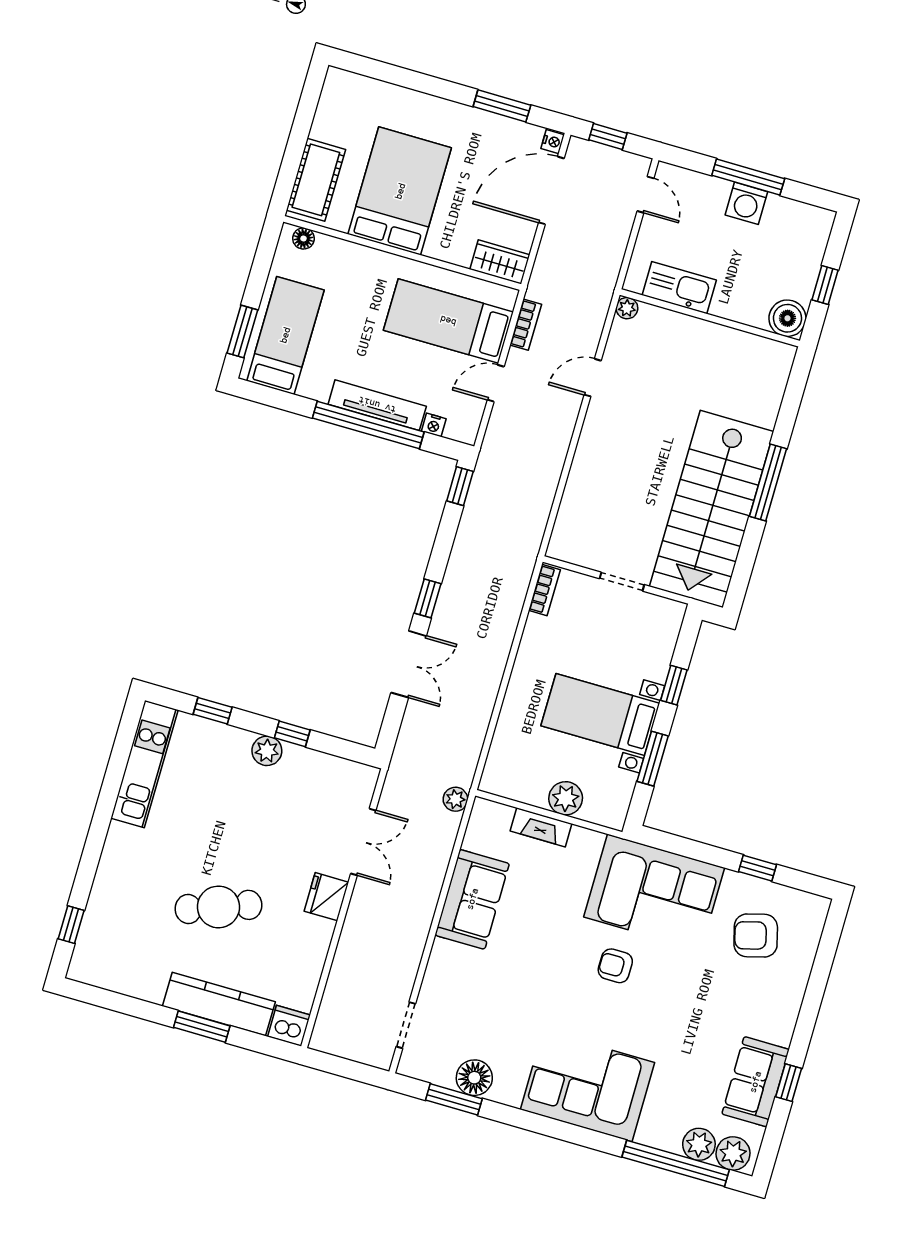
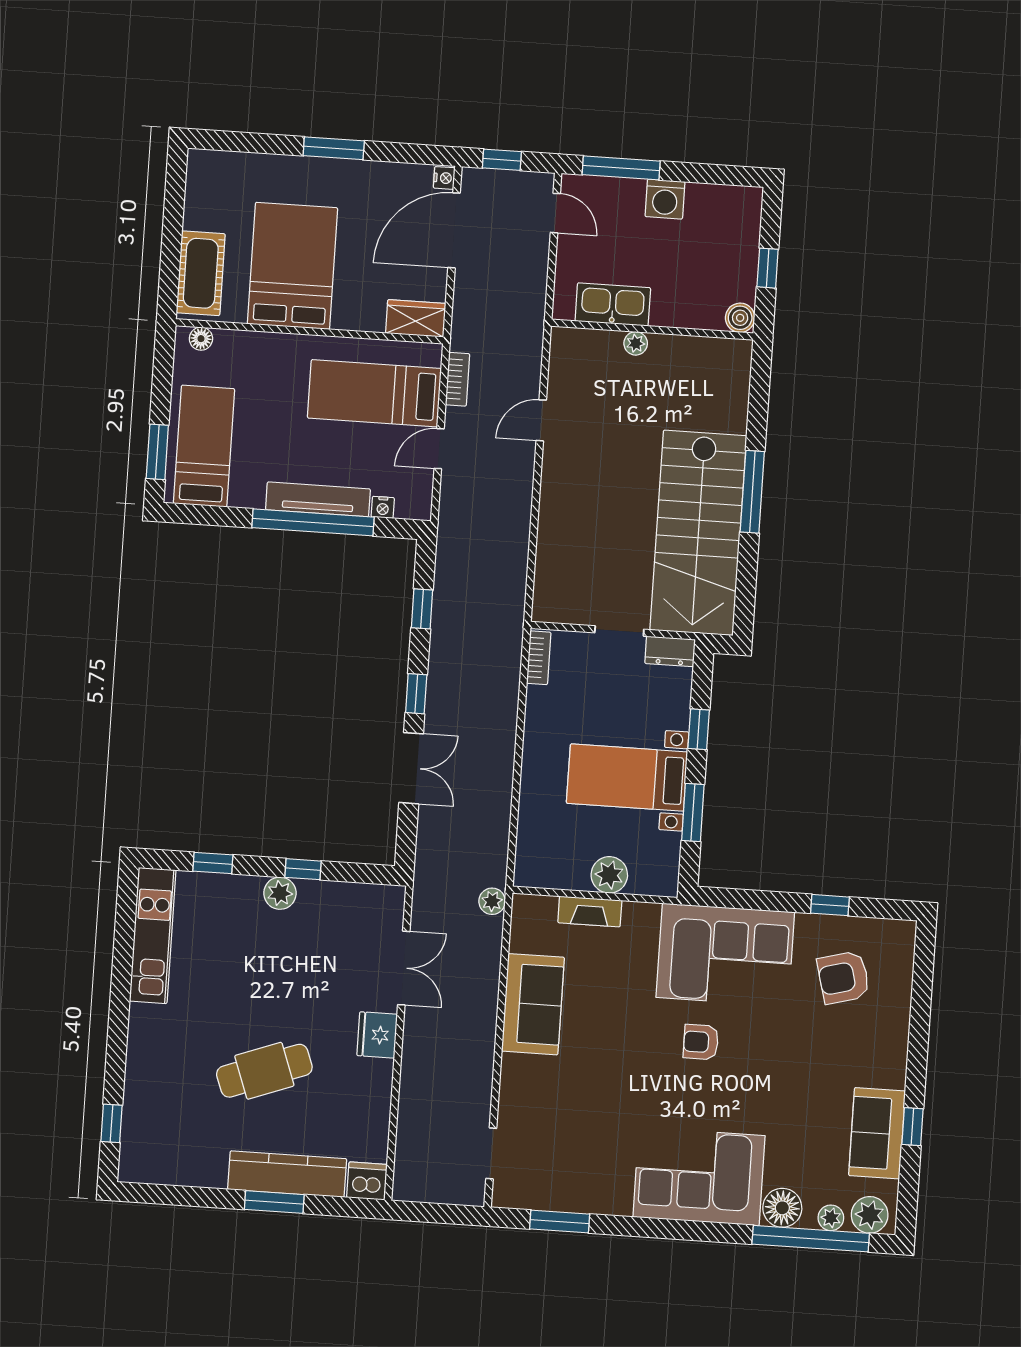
window: (502, 106) -> (334, 148), moved
window: (748, 177) -> (621, 168), moved
plant: (627, 308) -> (636, 343), moved
boiler: (787, 318) -> (740, 318), width x0.73, depth x0.73
window: (460, 486) -> (422, 609), moved
dresser: (663, 610) -> (670, 651), added
floor lamp: (474, 1078) -> (782, 1208), moved
plant: (699, 1144) -> (831, 1218), width x0.73, depth x0.73

